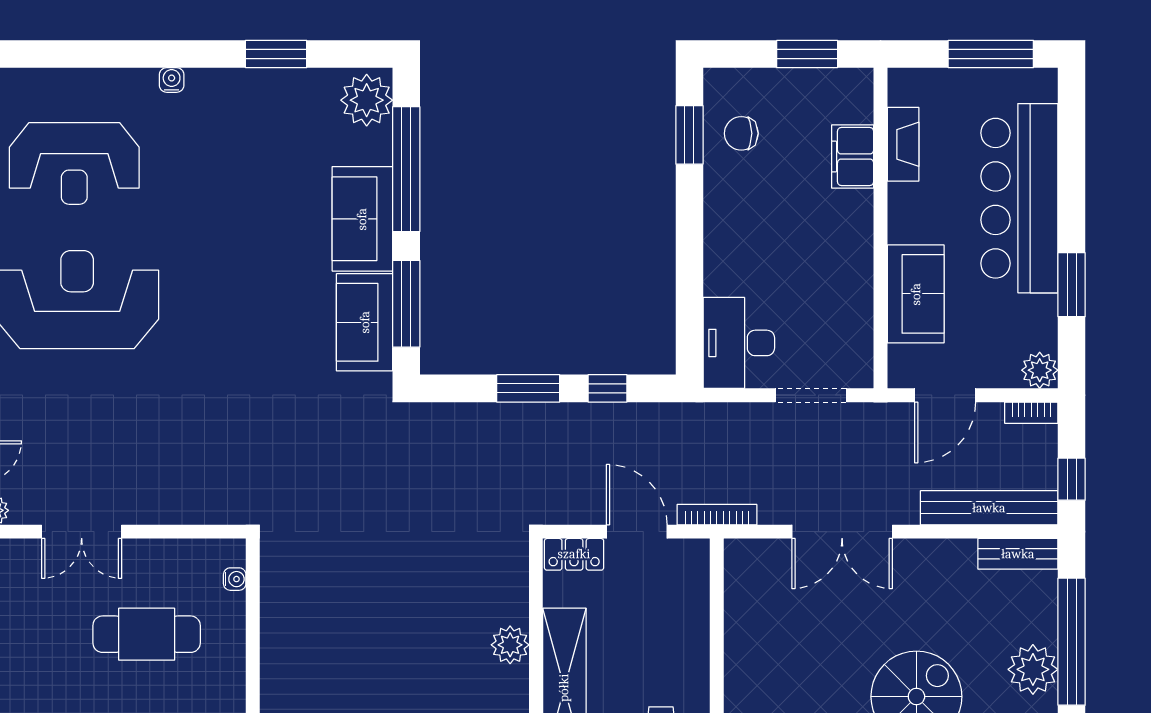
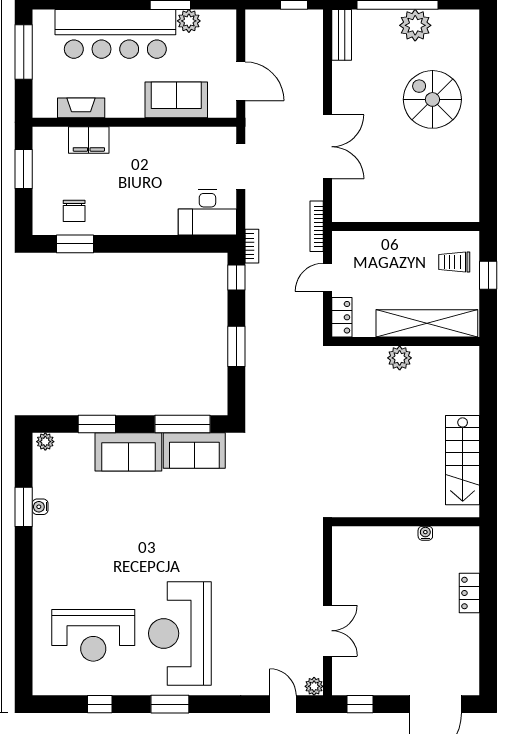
water cooler: (172, 80) -> (40, 507), moved
plant: (367, 100) -> (45, 442), width x0.53, depth x0.53
reception desk: (74, 164) -> (93, 635), turned 90
window: (406, 169) -> (97, 424), width x0.47
plant: (1040, 370) -> (189, 21), moved
window: (608, 388) -> (236, 277), moved
bookcase: (1031, 413) -> (252, 246), moved
bench: (989, 508) -> (312, 53), removed
door: (637, 532) -> (328, 277), width x0.73
water cooler: (235, 579) -> (425, 533), moved
cafe table: (147, 634) -> (393, 589), removed

